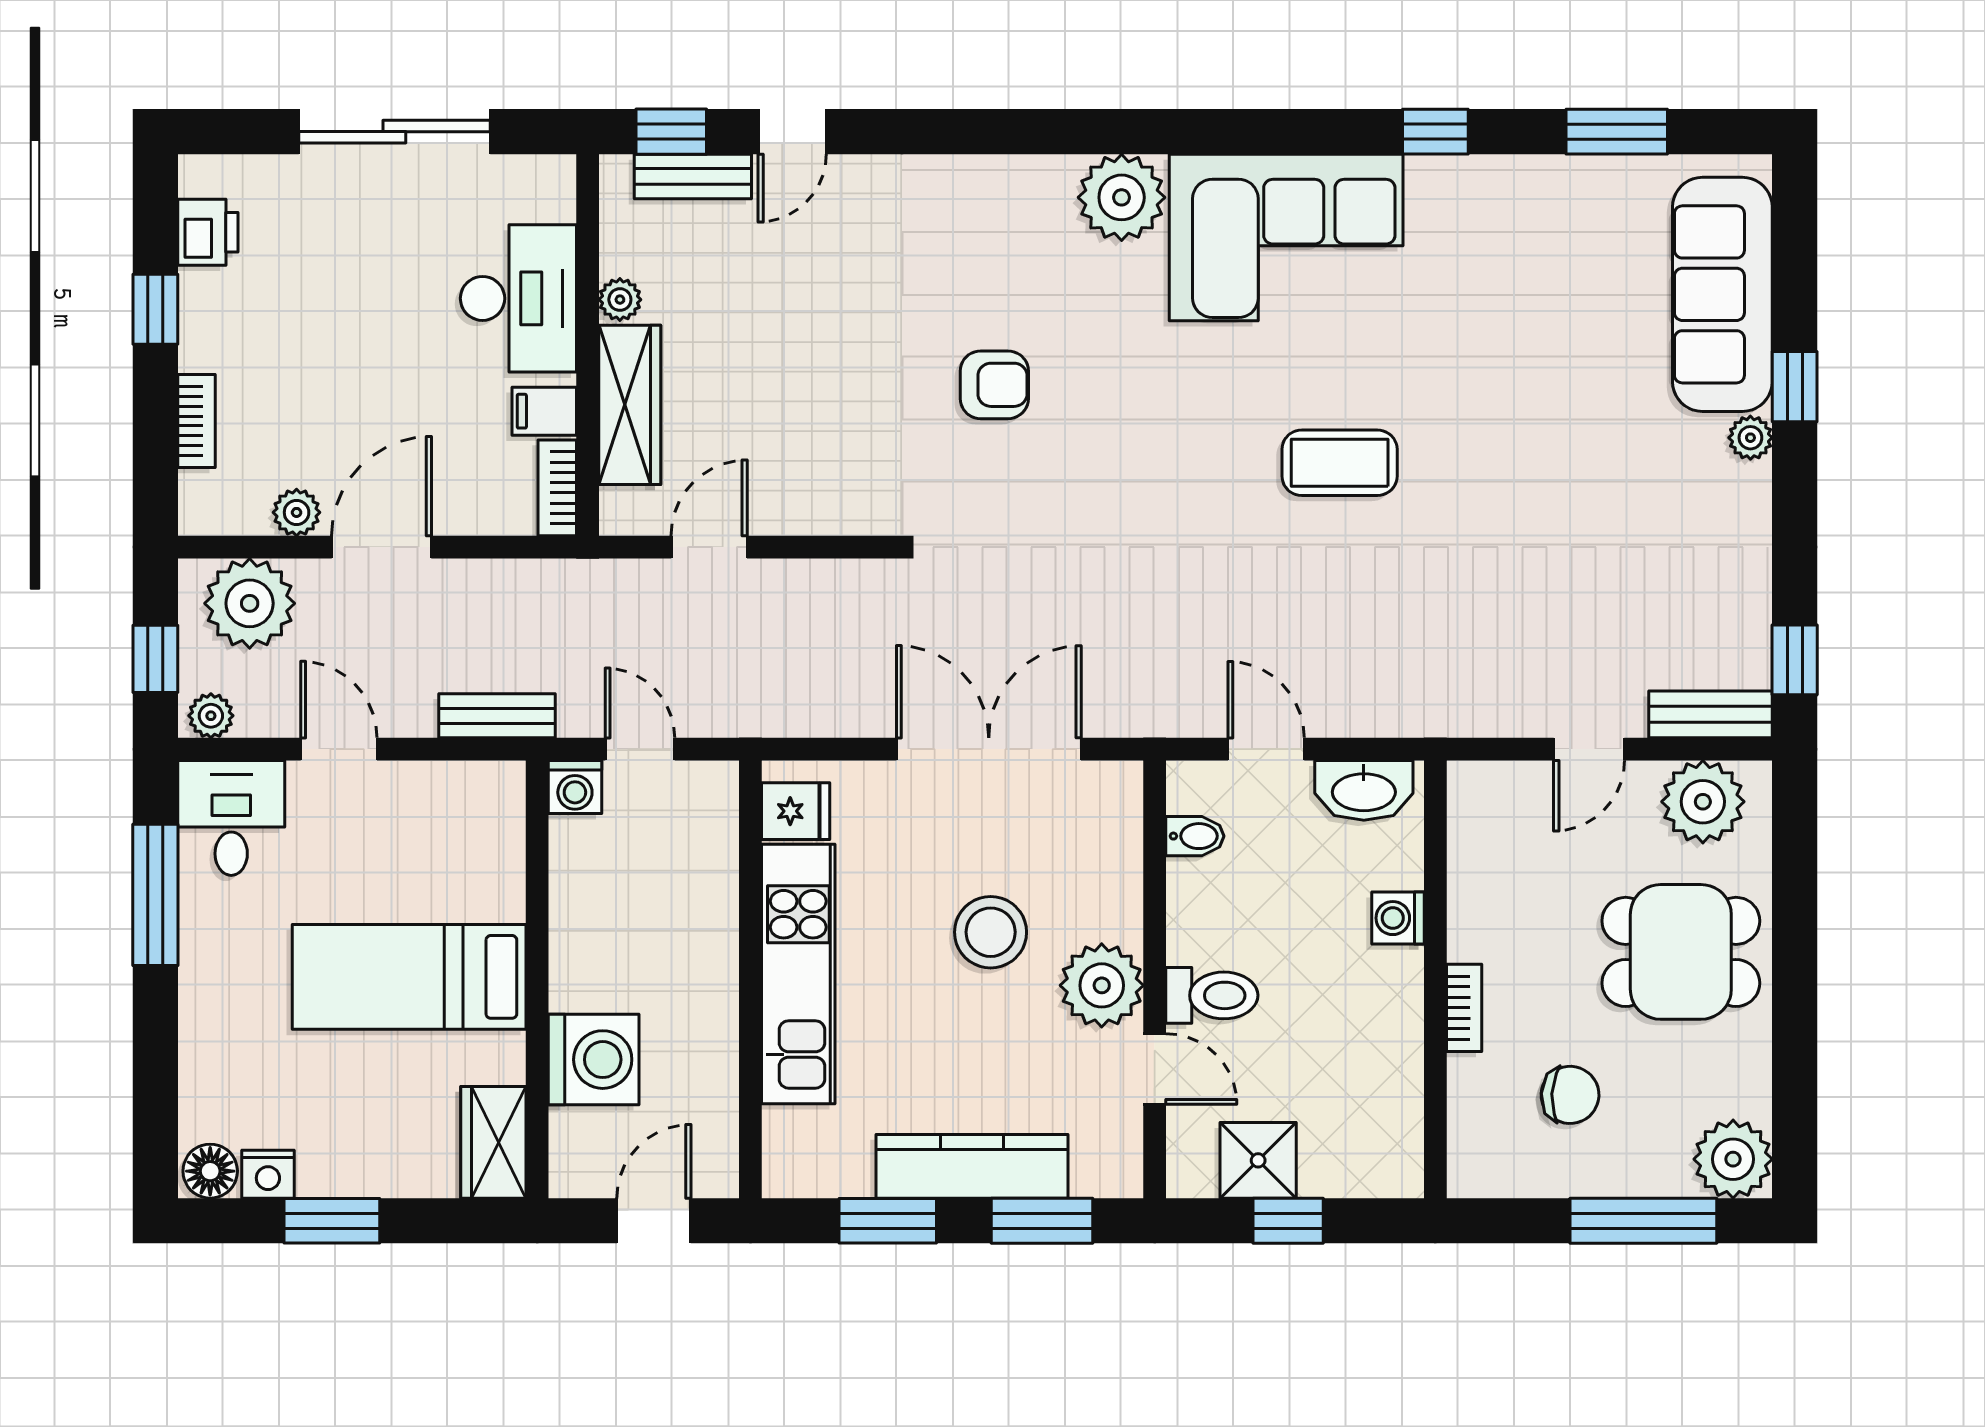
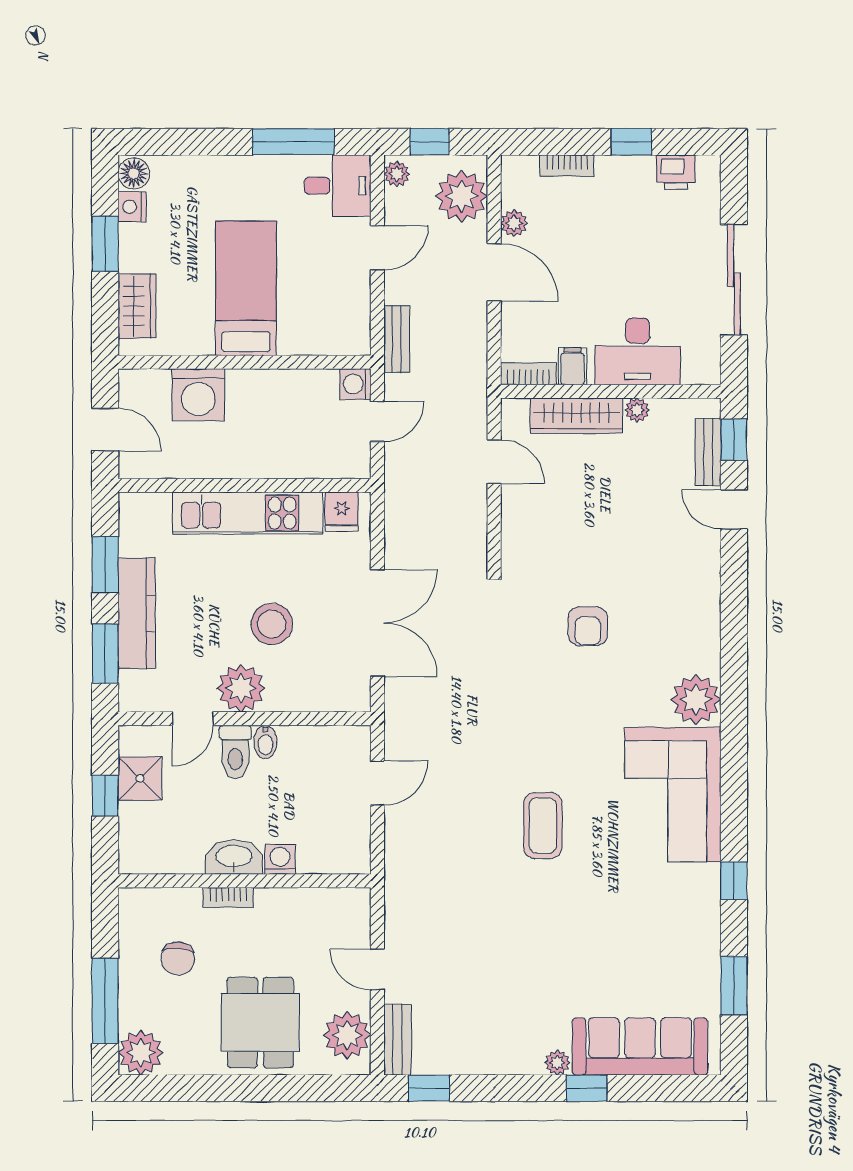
washbasin: (1364, 790) -> (234, 857), moved, turned 90
bidet: (1195, 836) -> (265, 742), moved
wardrobe: (493, 1142) -> (137, 306), moved, turned 90

